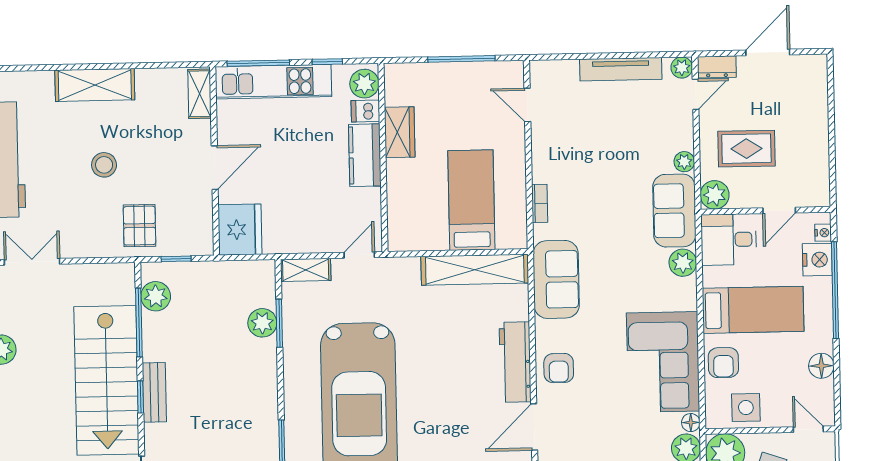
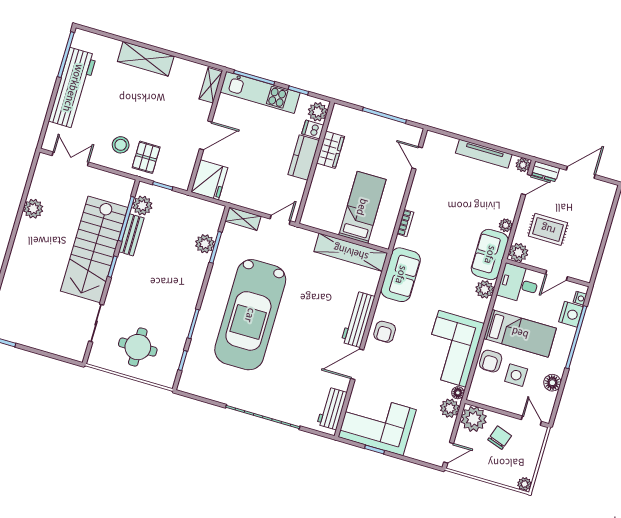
stool: (104, 165) -> (121, 145), moved
bench: (154, 392) -> (131, 235), moved
side table: (746, 408) -> (516, 375), moved

